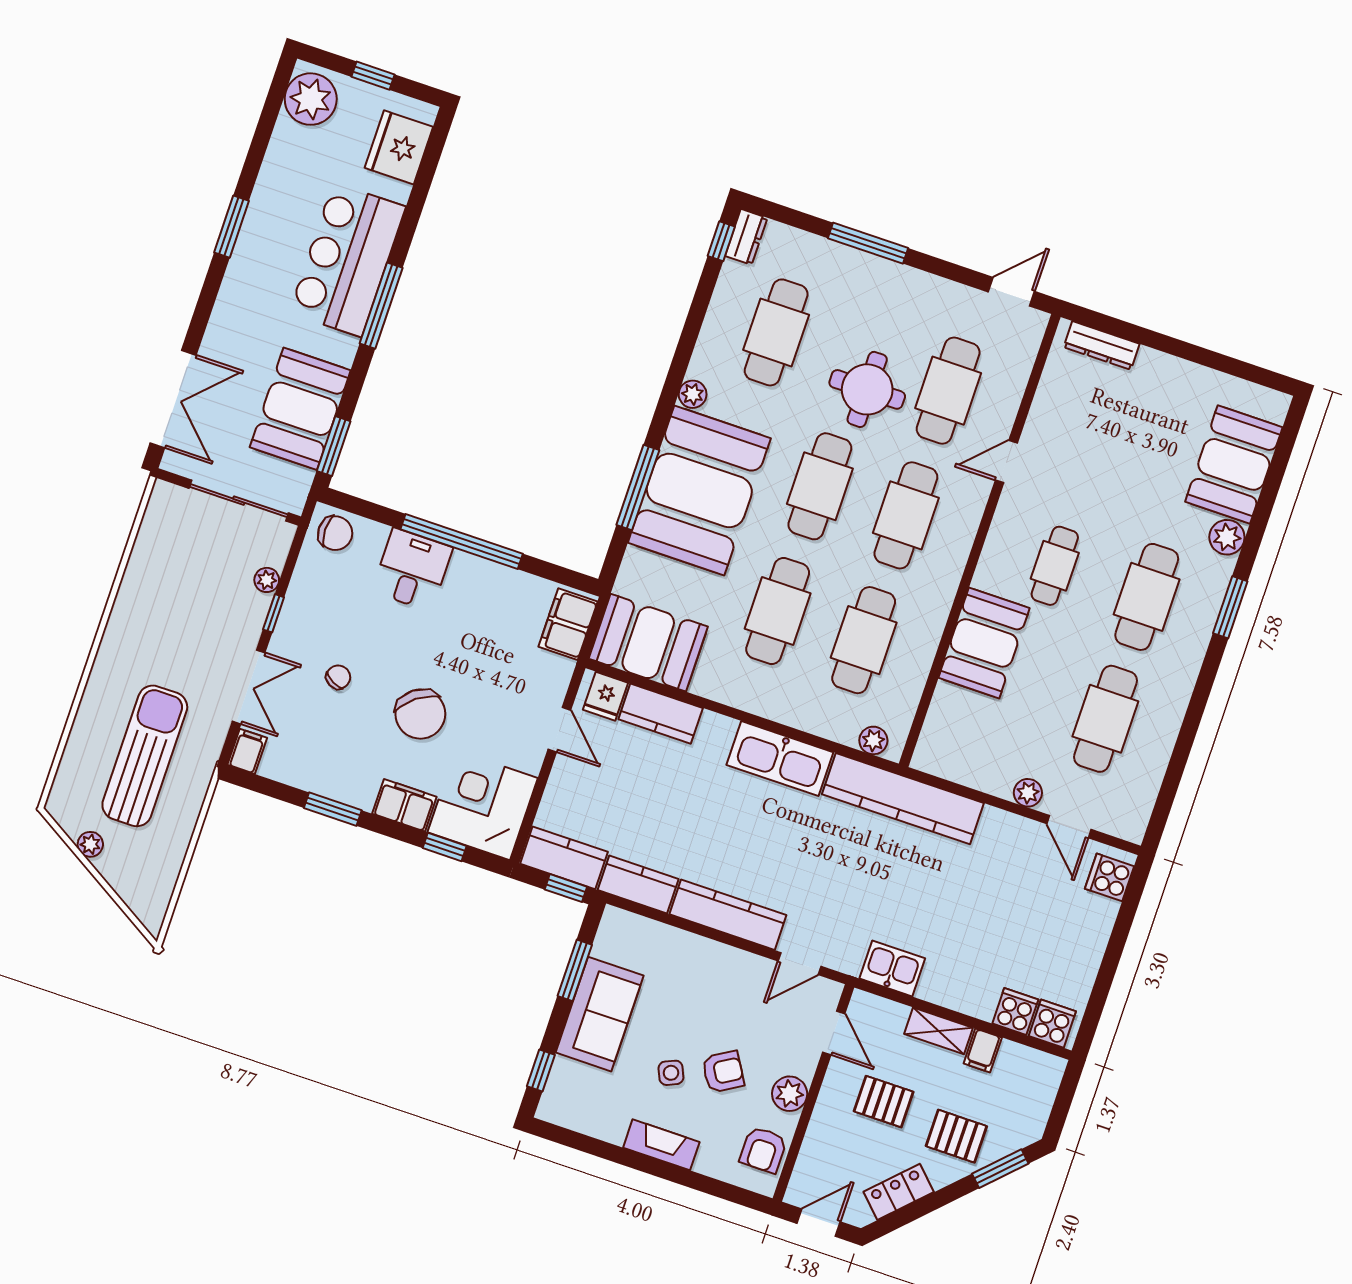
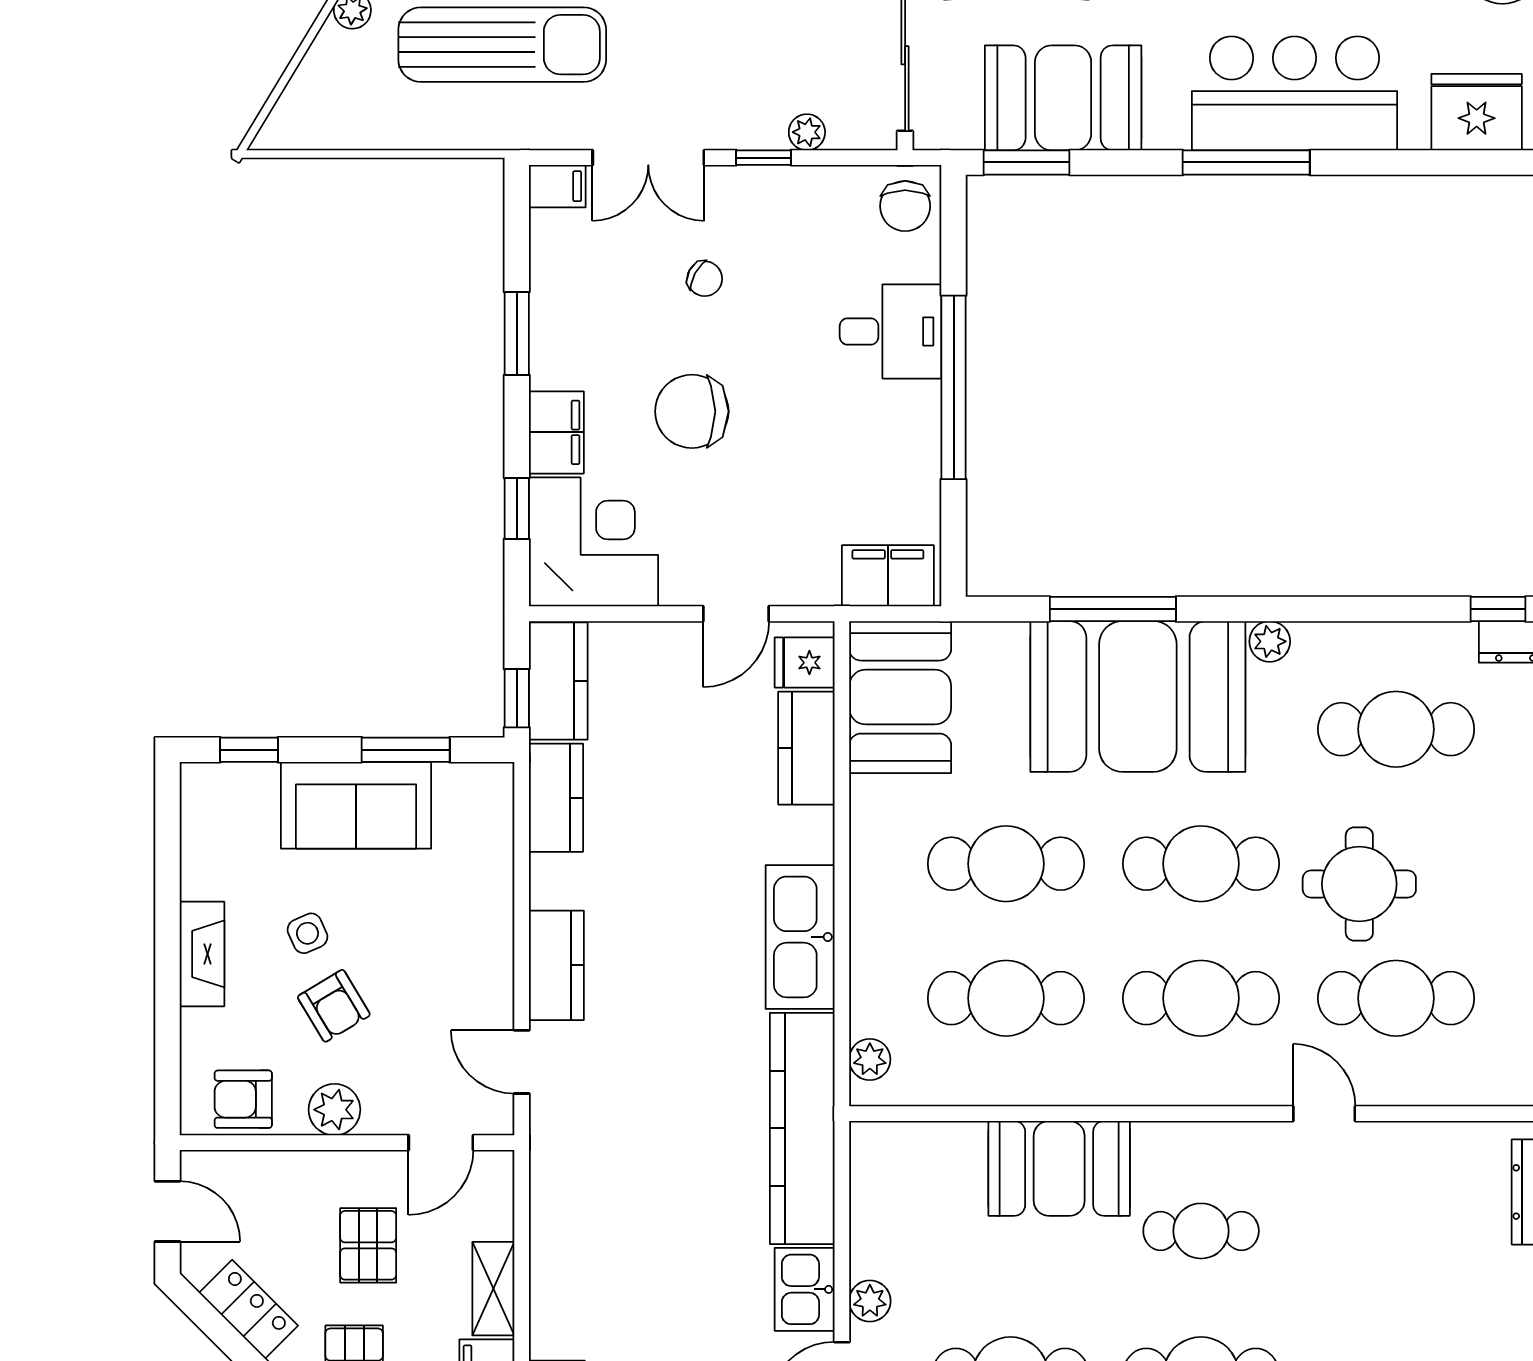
chair: (420, 714) -> (692, 411), turned 37
kitchen counter: (728, 915) -> (556, 965), width x0.67
kitchen sink: (892, 968) -> (805, 1289), moved, turned 180

